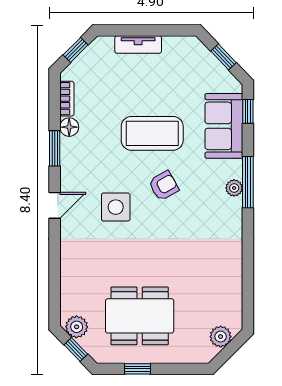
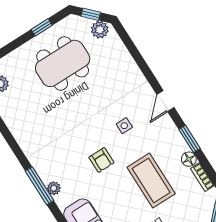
coffee table: (152, 133) -> (151, 181), moved, turned 90
window: (248, 182) -> (39, 186), moved
armchair: (164, 186) -> (101, 160), turned -61
side table: (116, 207) -> (124, 126), width x0.54, depth x0.54

